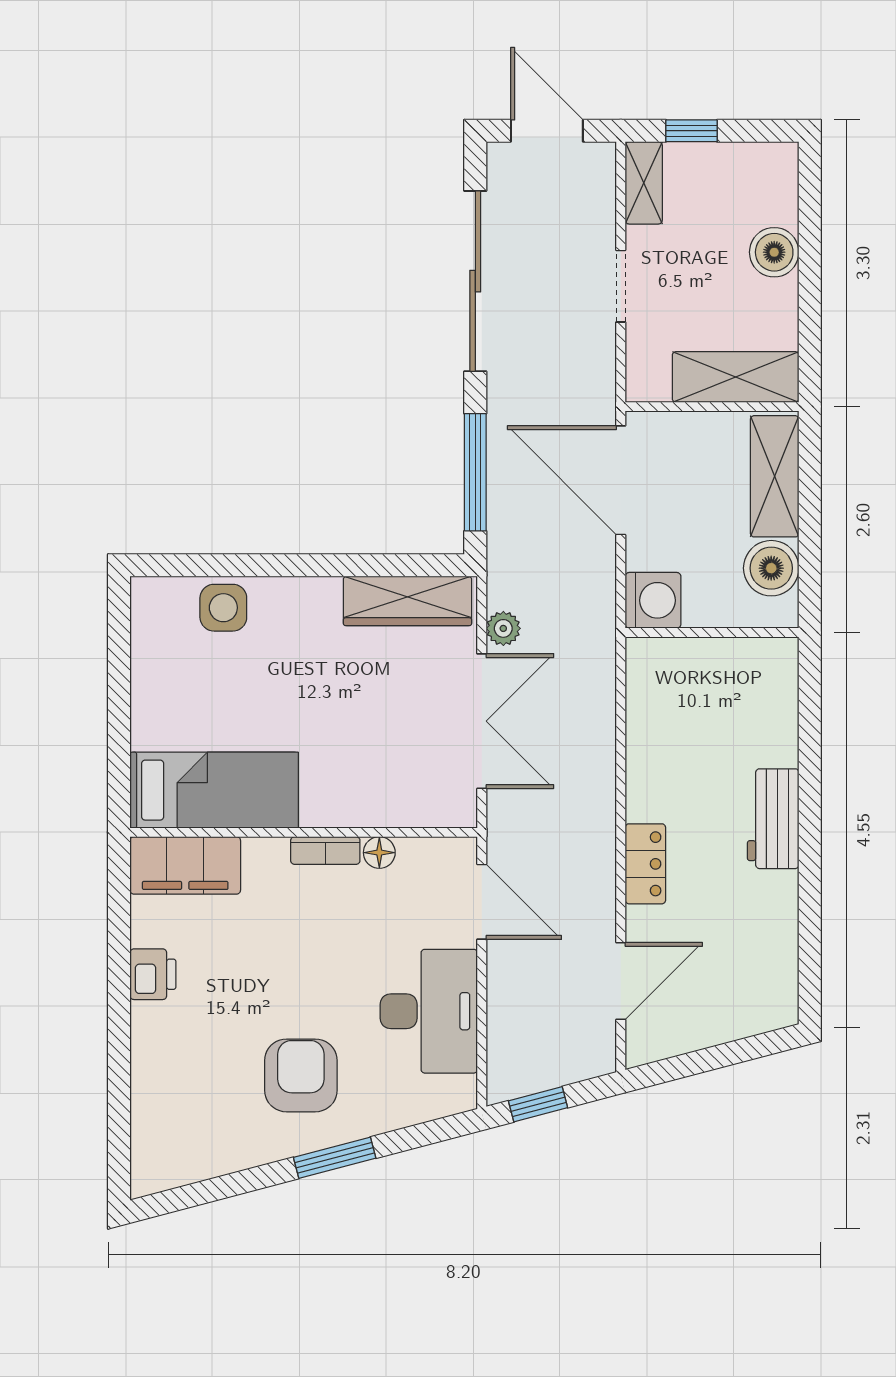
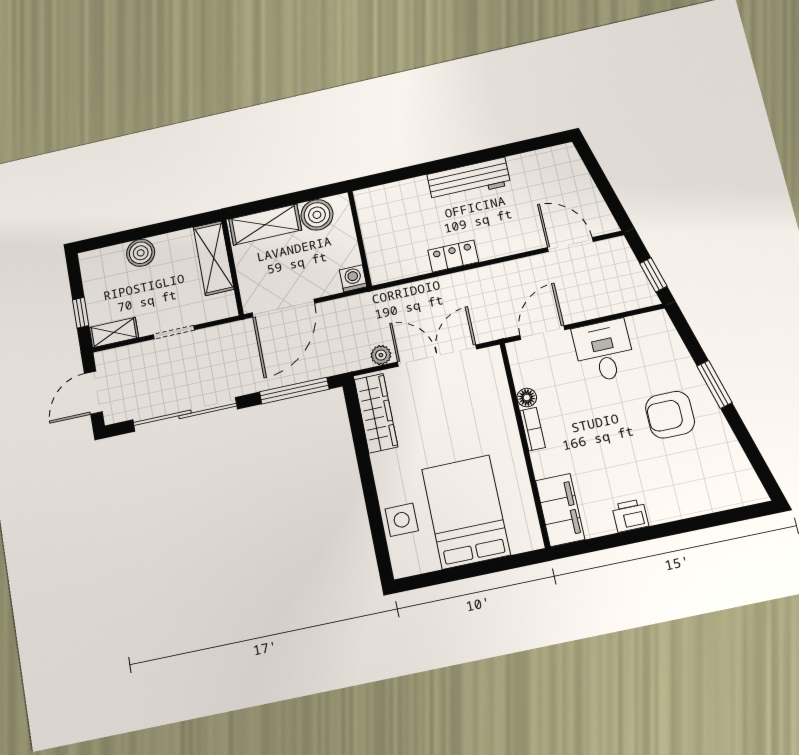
washing machine: (653, 600) -> (353, 278), width x0.73, depth x0.73
bed: (214, 790) -> (466, 512), moved, width x1.50
workbench: (773, 819) -> (469, 180), width x1.38
locker: (645, 864) -> (453, 256), moved
desk: (429, 1011) -> (604, 351), width x0.73

